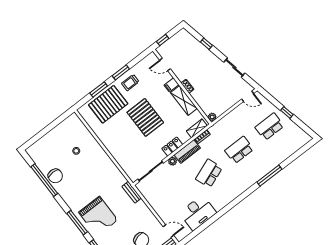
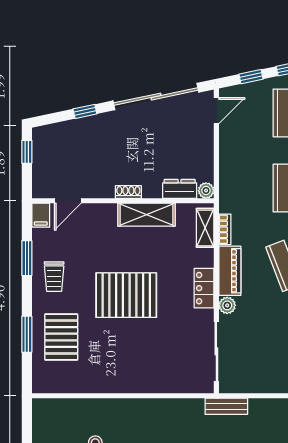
window: (163, 40) -> (27, 152), moved
sliding door: (234, 68) -> (156, 97), width x1.86
window: (121, 72) -> (27, 258), moved
filing cabinet: (171, 85) -> (41, 215), moved
window: (272, 100) -> (251, 77), added
pallet: (108, 104) -> (61, 337), width x0.73, depth x0.71
dresser: (205, 106) -> (180, 189), added

